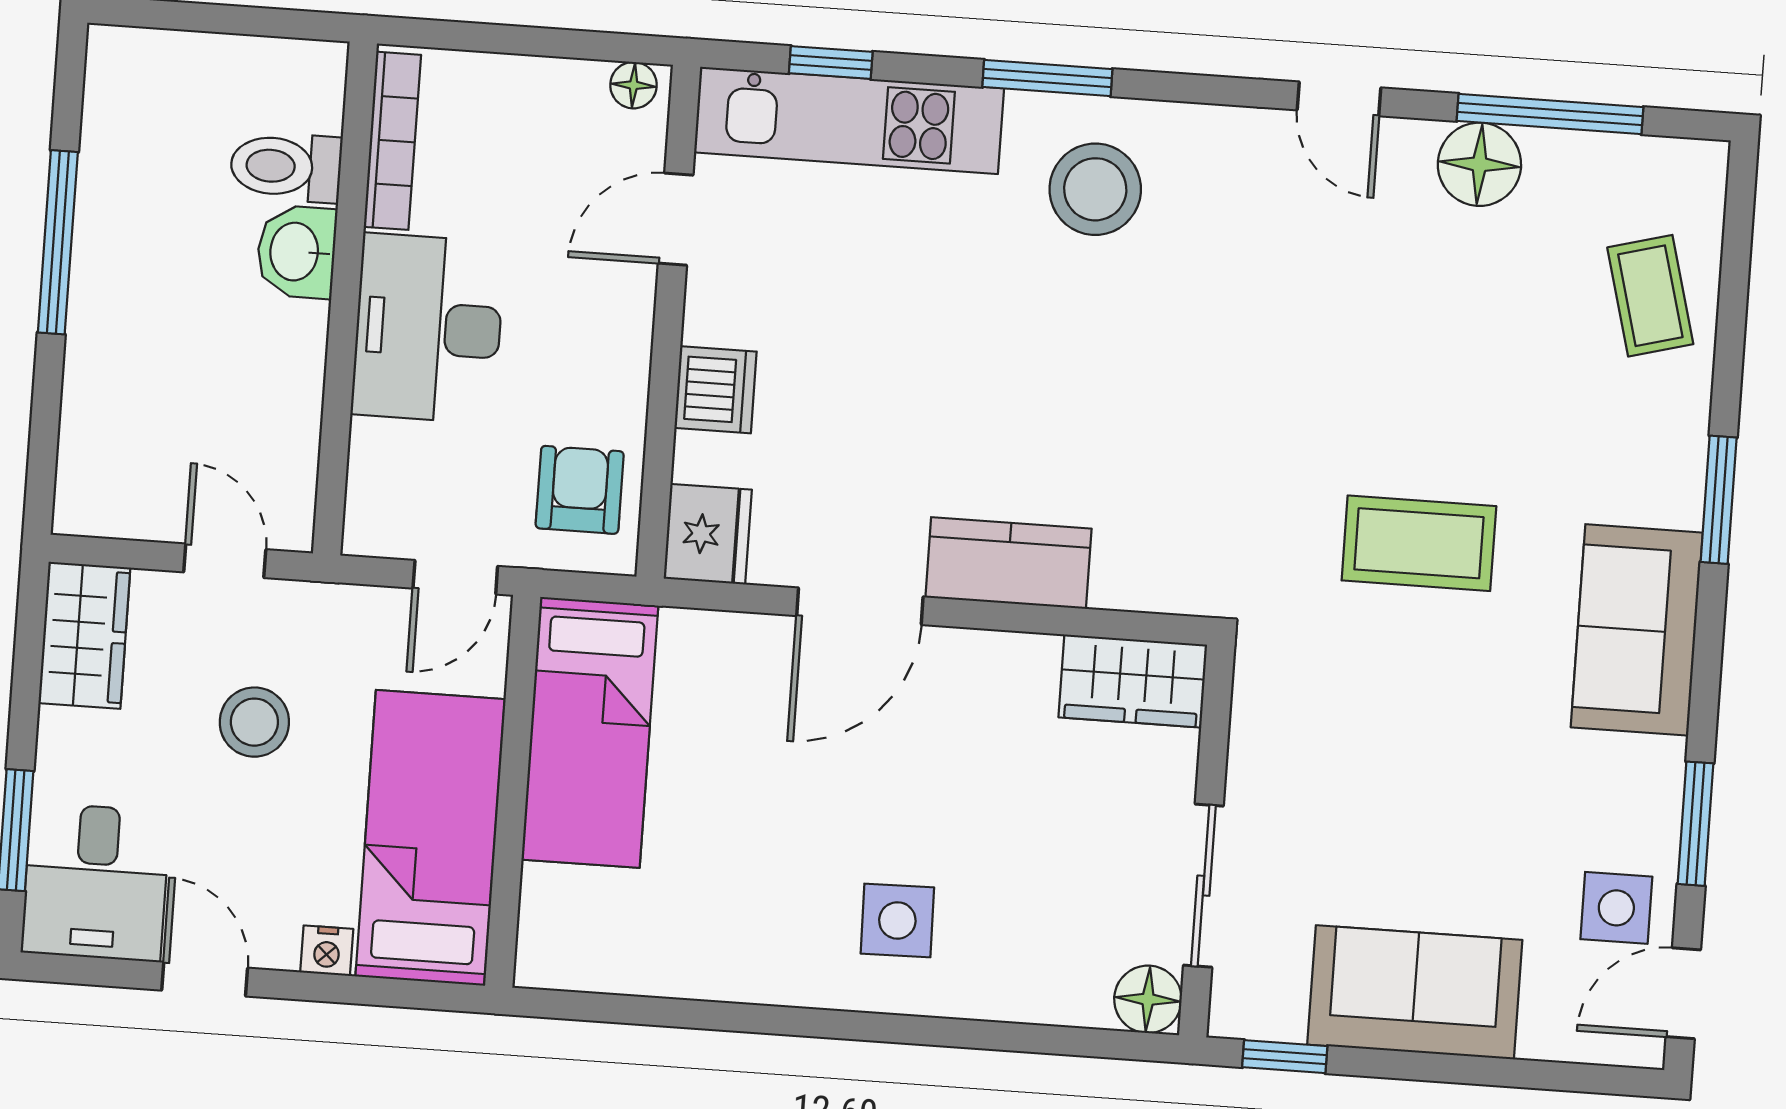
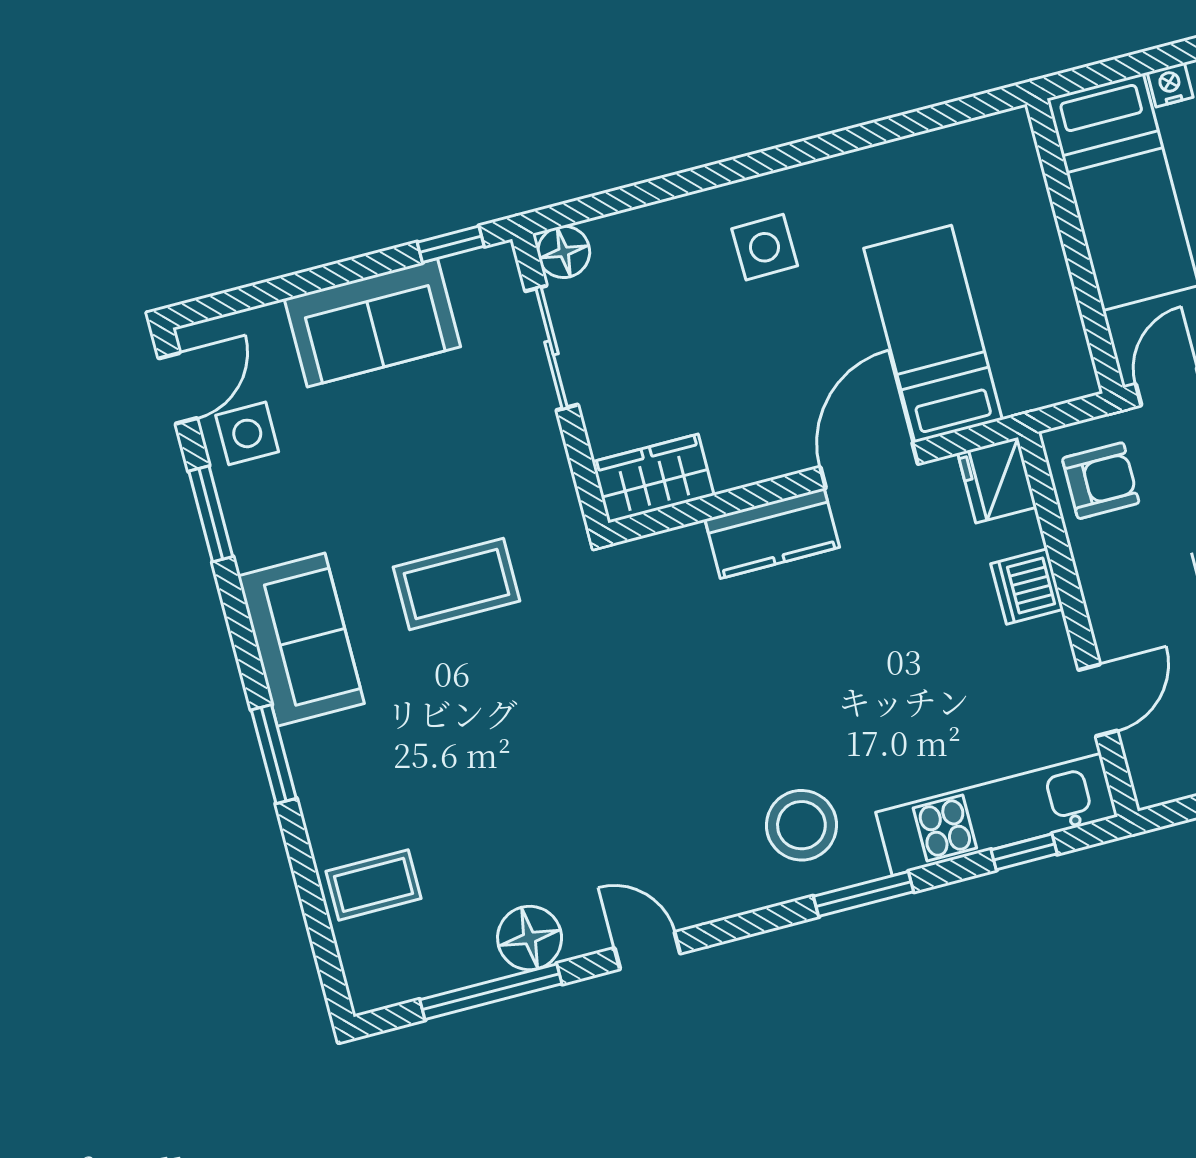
floor lamp: (634, 85) -> (1161, 787), removed
coffee table: (1650, 296) -> (373, 885), turned -75
armchair: (580, 490) -> (1101, 481), turned -90
coffee table: (1419, 543) -> (457, 584), moved
bed: (590, 732) -> (933, 334), moved

